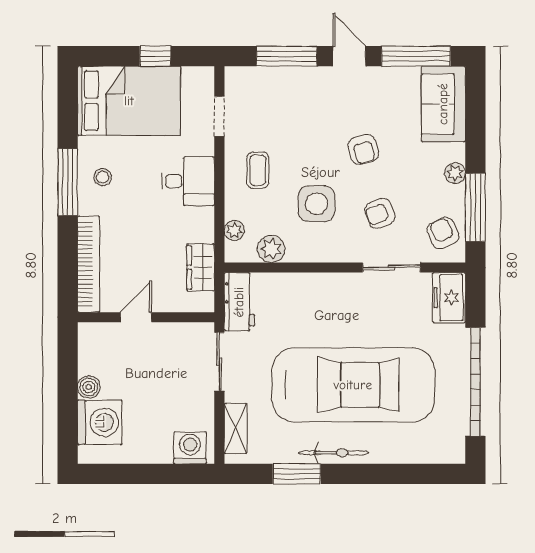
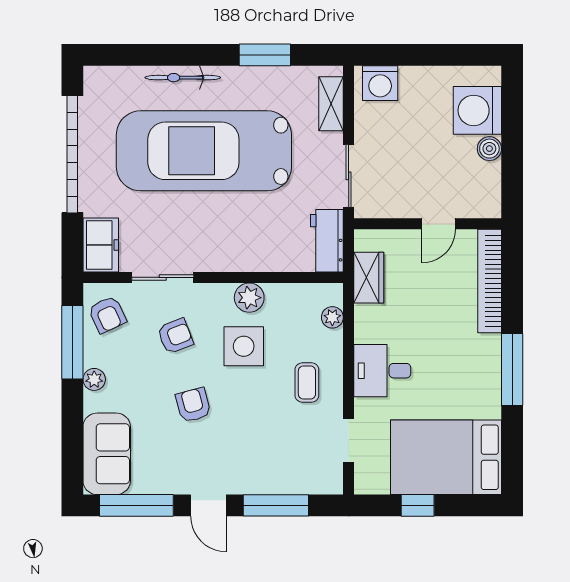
stool: (103, 177) -> (474, 375), removed
plant: (271, 249) -> (249, 298), moved
bicycle: (334, 453) -> (183, 78), moved

